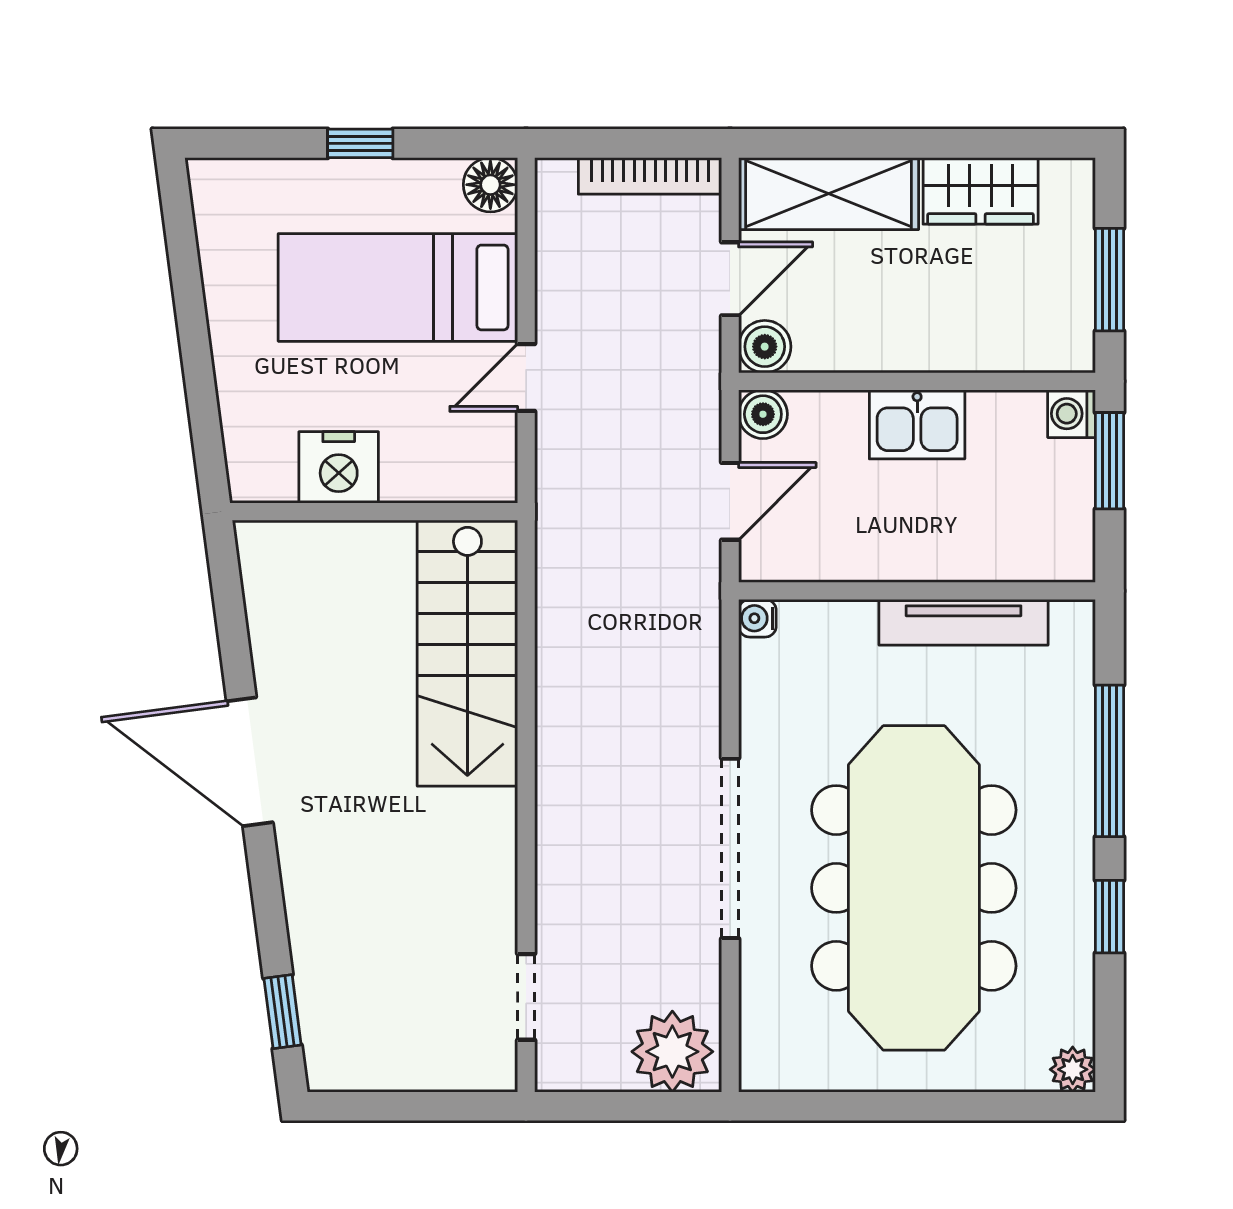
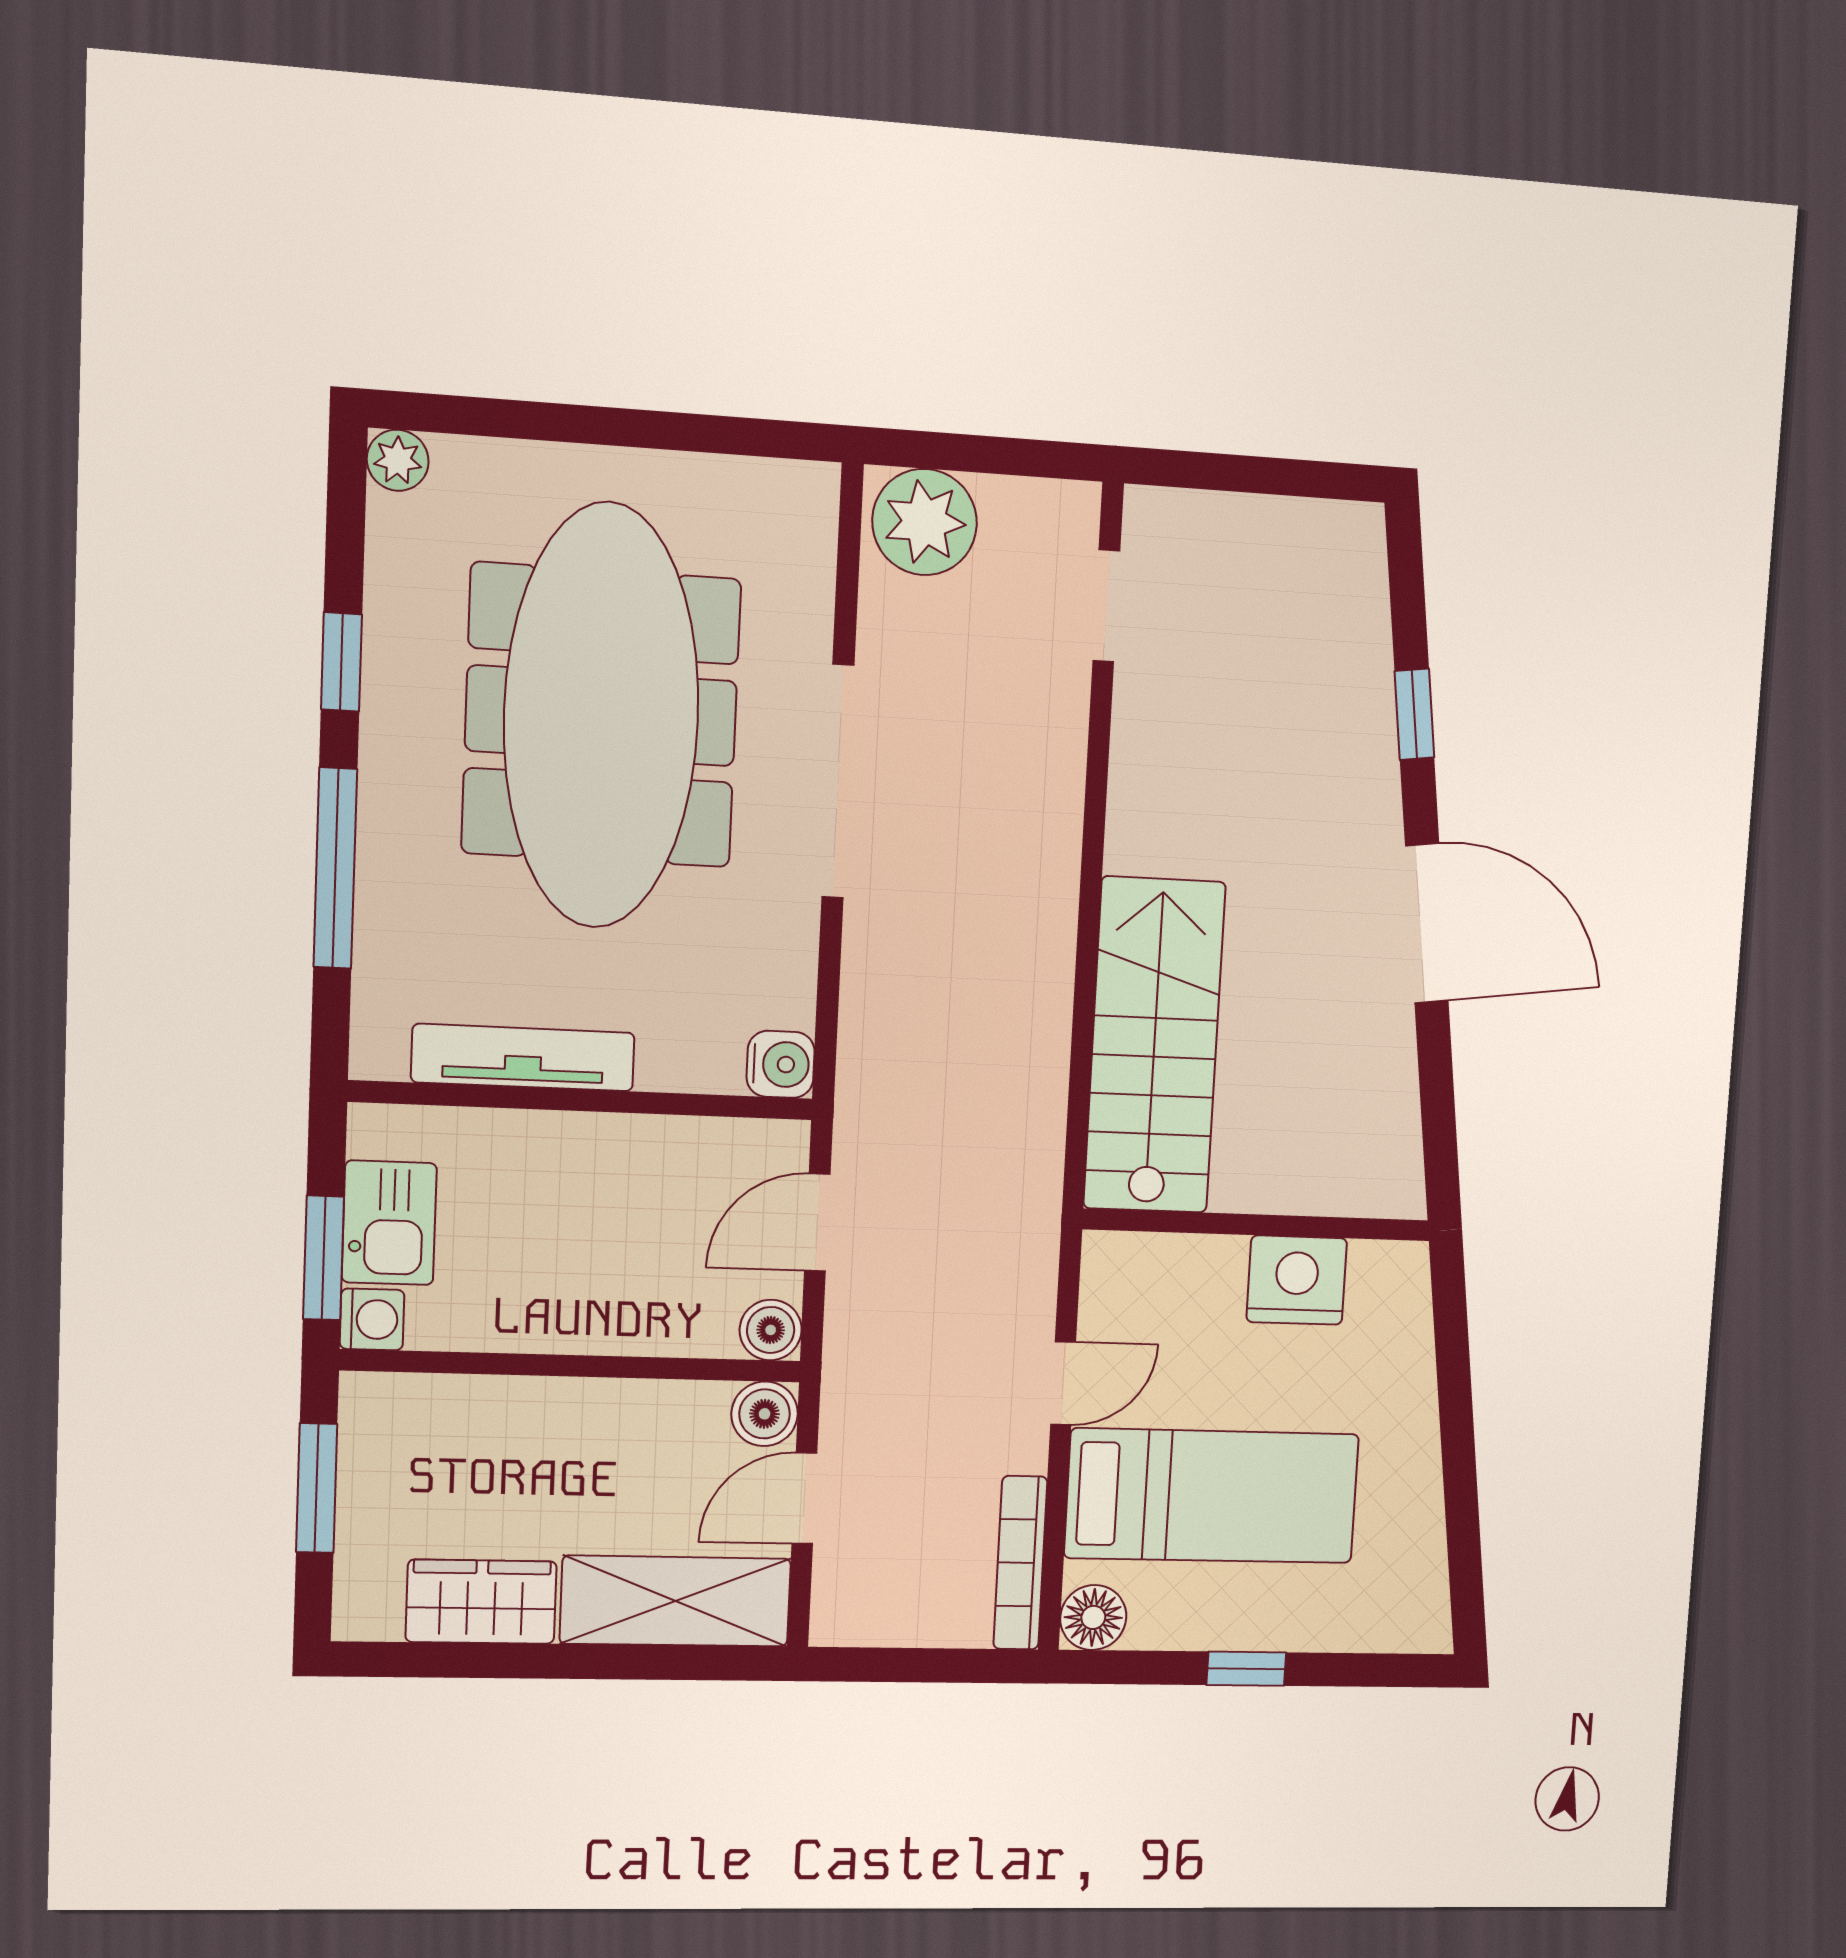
bookcase: (650, 176) -> (1020, 1563), moved, turned -90
kitchen sink: (917, 424) -> (389, 1223), moved, turned 90
water cooler: (757, 618) -> (781, 1064), width x1.38, depth x1.38
window: (283, 1012) -> (1414, 714), moved

